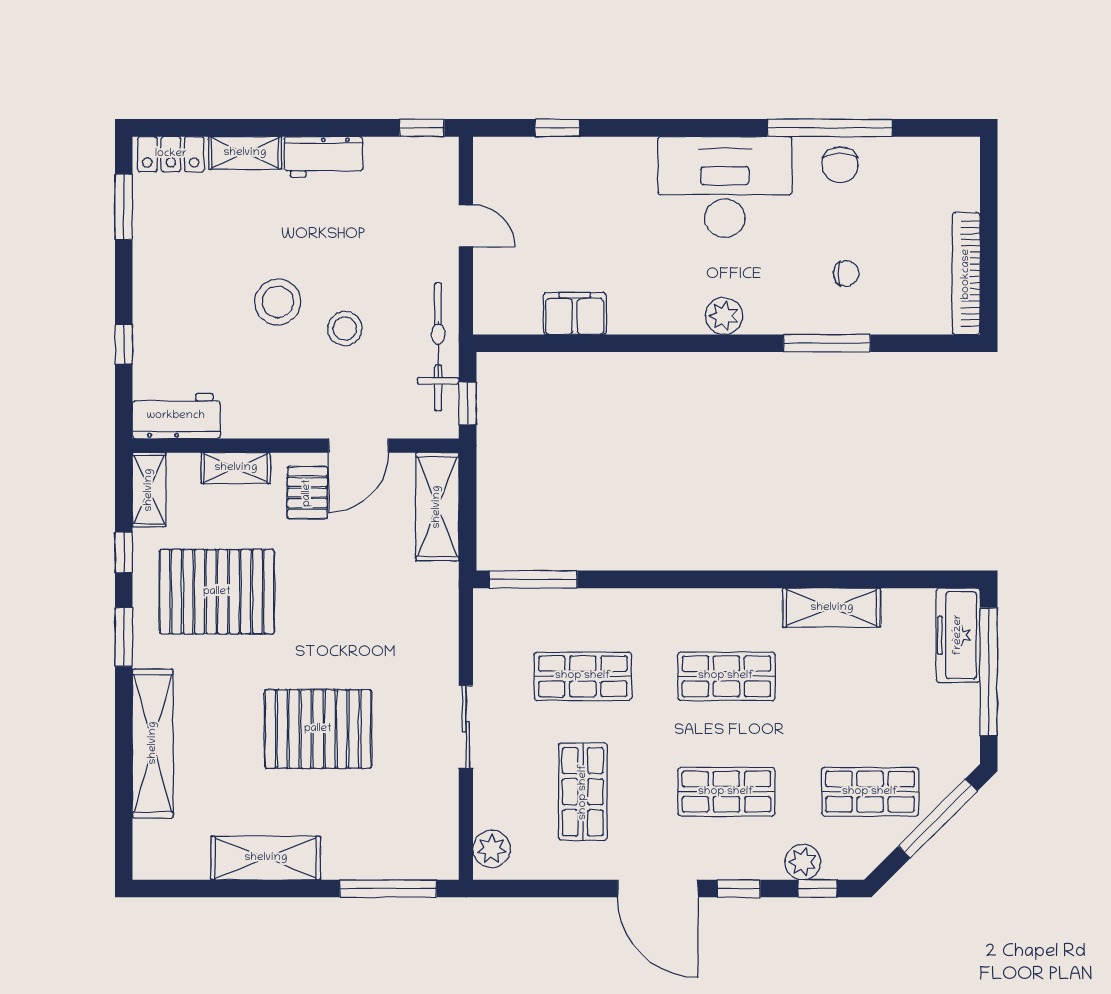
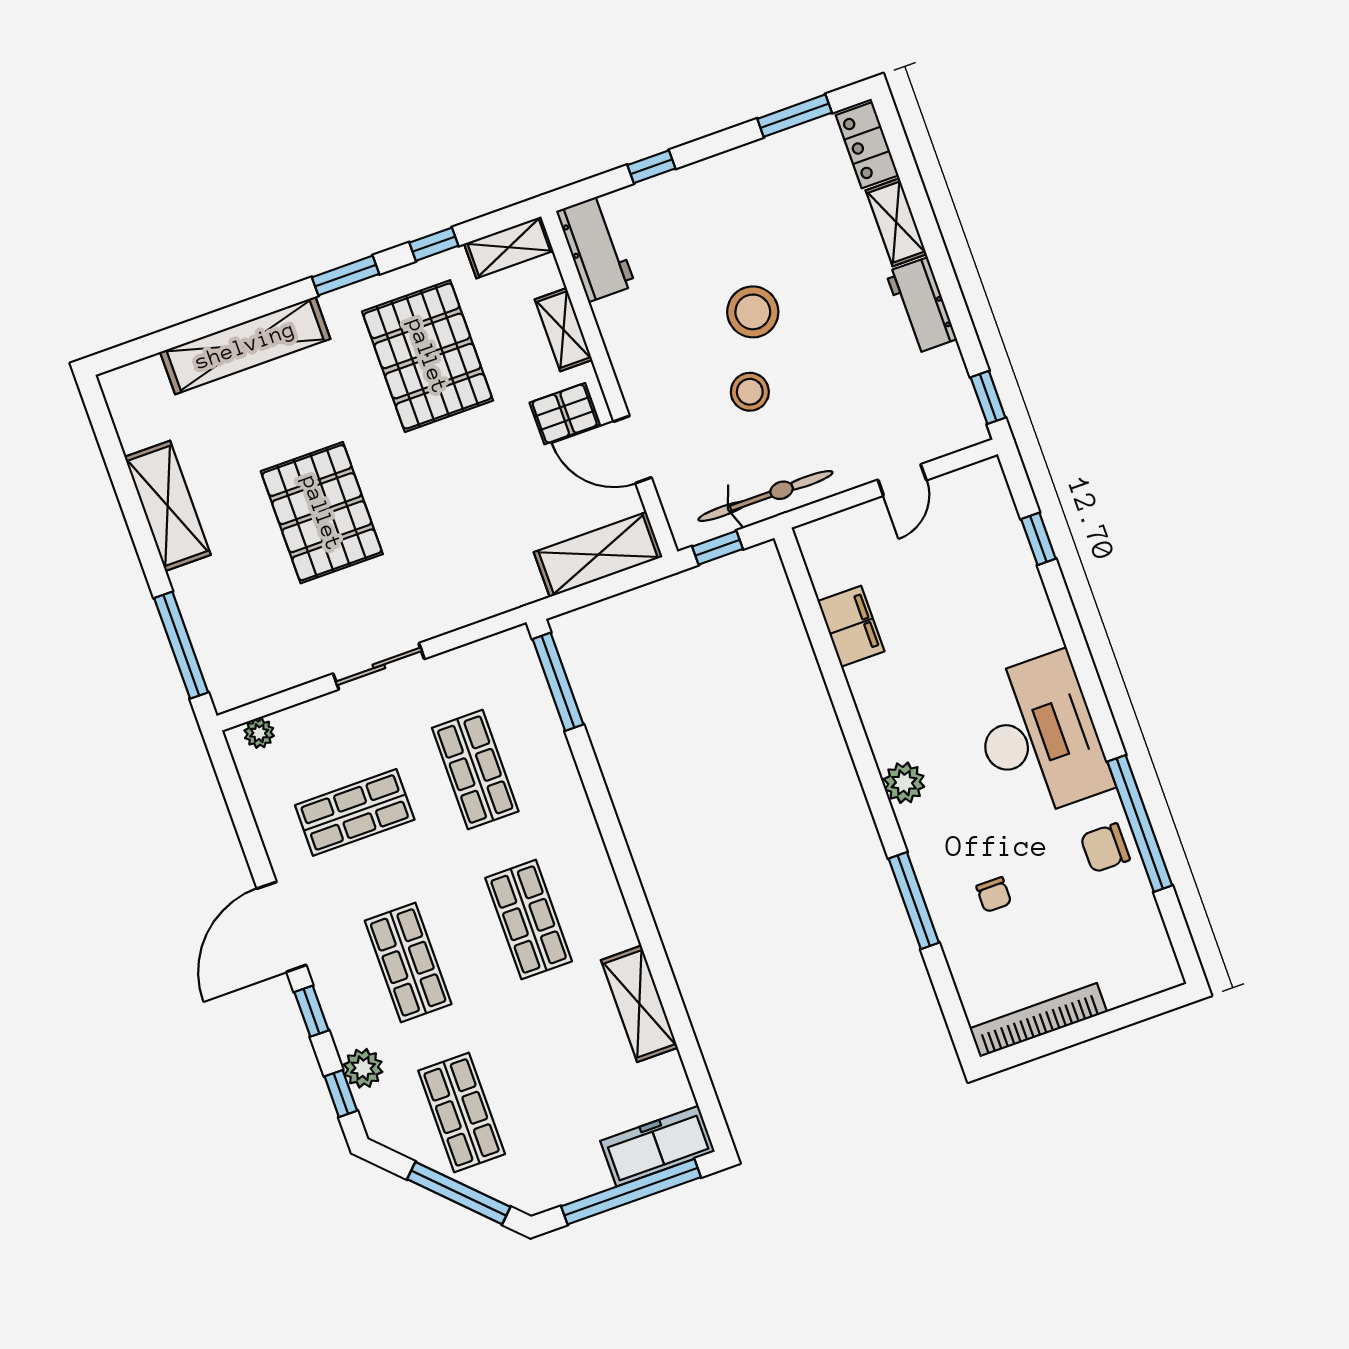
plant: (492, 849) -> (259, 733), width x0.73, depth x0.73

